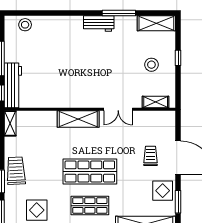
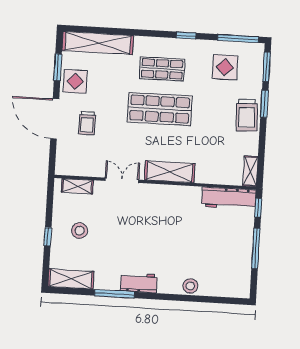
stool: (25, 25) -> (190, 286), moved
workbench: (13, 85) -> (229, 198), moved, turned -90

